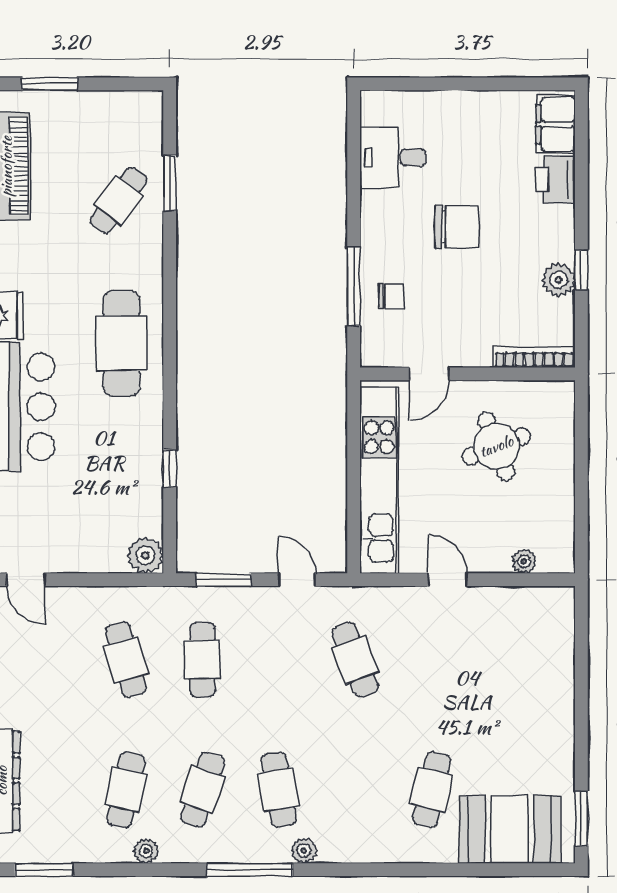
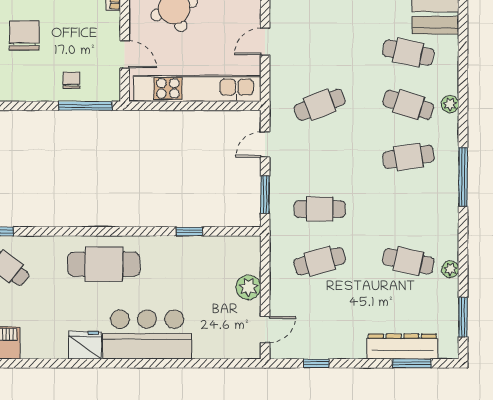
window: (354, 287) -> (85, 106), moved
plant: (145, 555) -> (248, 287), moved
cafe table: (202, 790) -> (408, 105), moved
plant: (146, 851) -> (450, 269), moved
plant: (304, 851) -> (450, 104), moved

